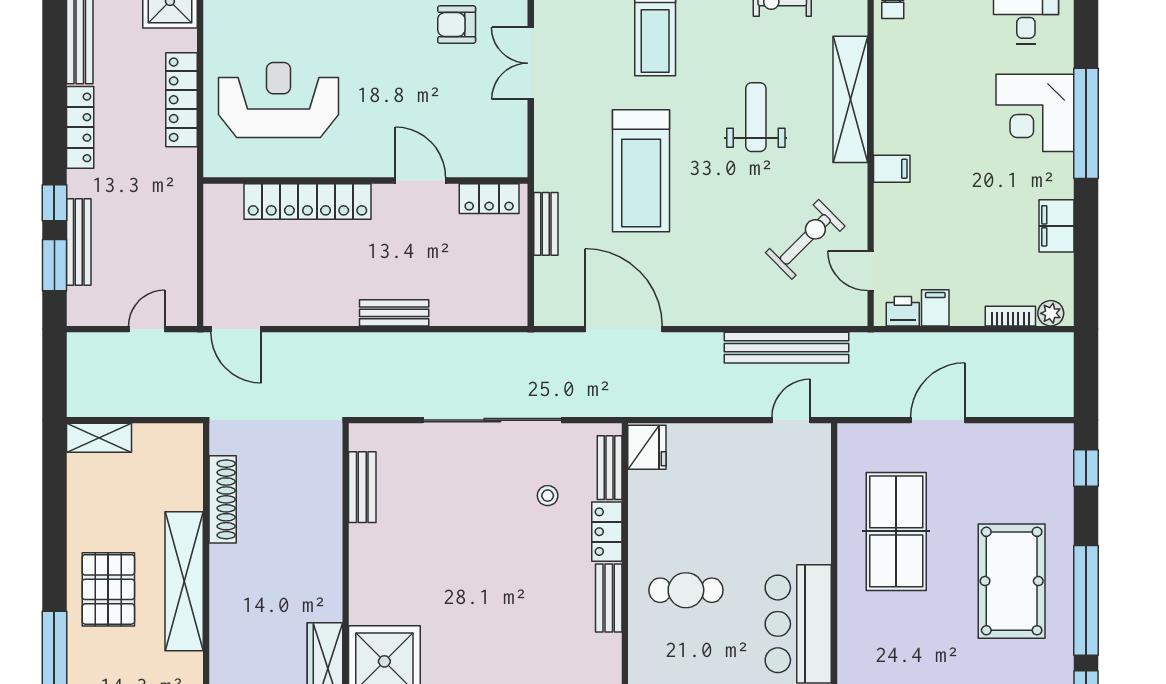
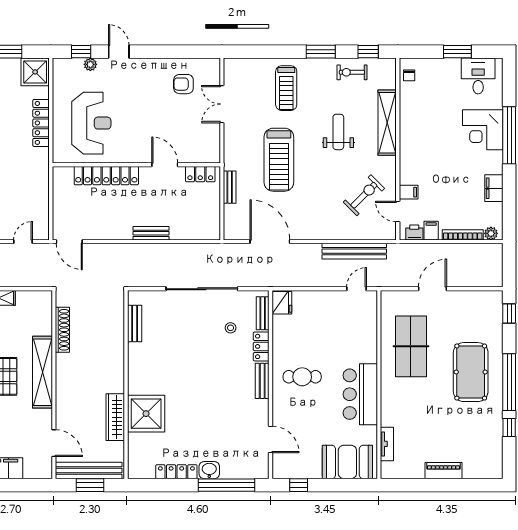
reception desk: (278, 100) -> (91, 123), turned 90
filing cabinet: (892, 169) -> (409, 192), moved
bookcase: (1010, 316) -> (463, 235), width x1.56

